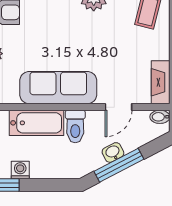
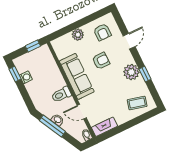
armchair: (52, 37) -> (101, 61), added
bathtub: (36, 123) -> (54, 74), removed

